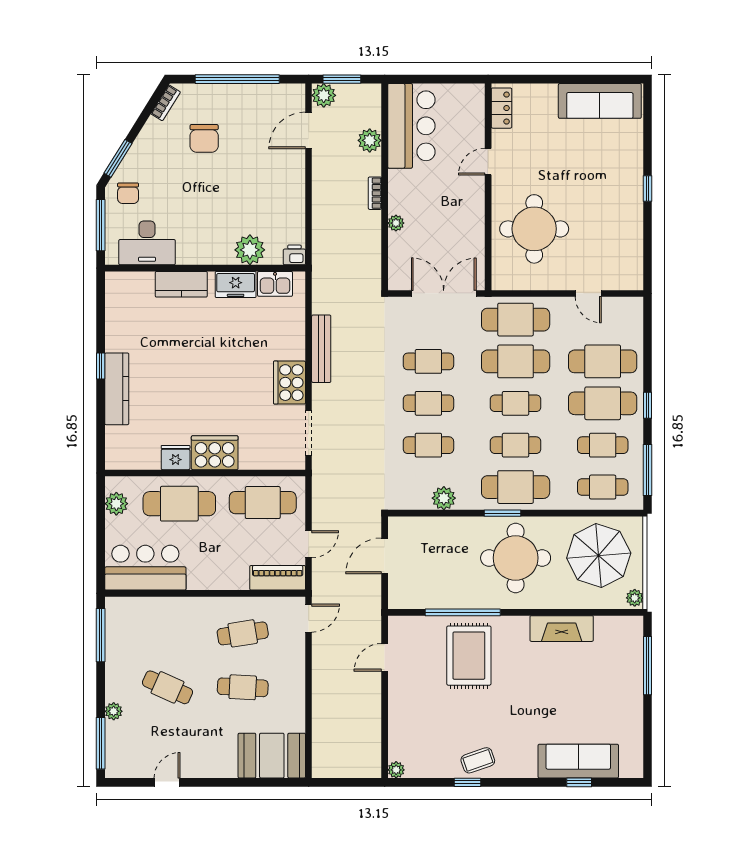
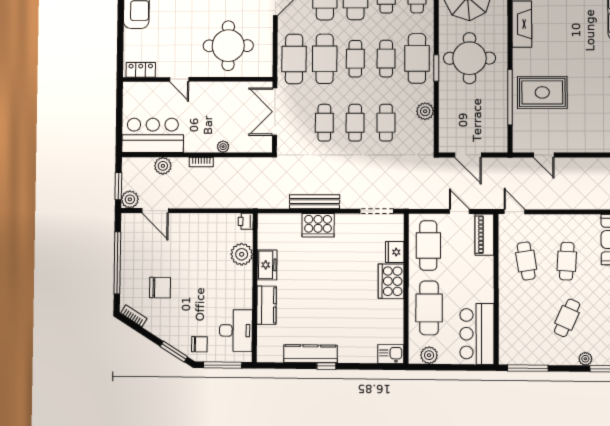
kitchen sink: (275, 284) -> (391, 354), moved, turned -90
cooker: (289, 383) -> (318, 225), moved
kitchen counter: (117, 389) -> (310, 354), moved
fridge: (176, 458) -> (395, 252), moved

